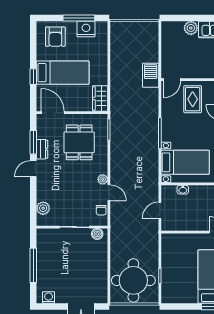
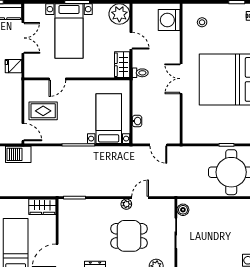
dining table: (79, 142) -> (129, 236), moved
chair: (101, 210) -> (158, 206), removed

